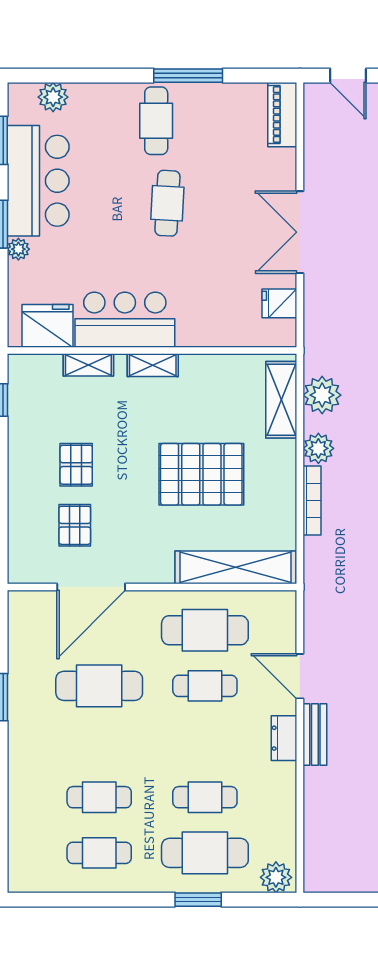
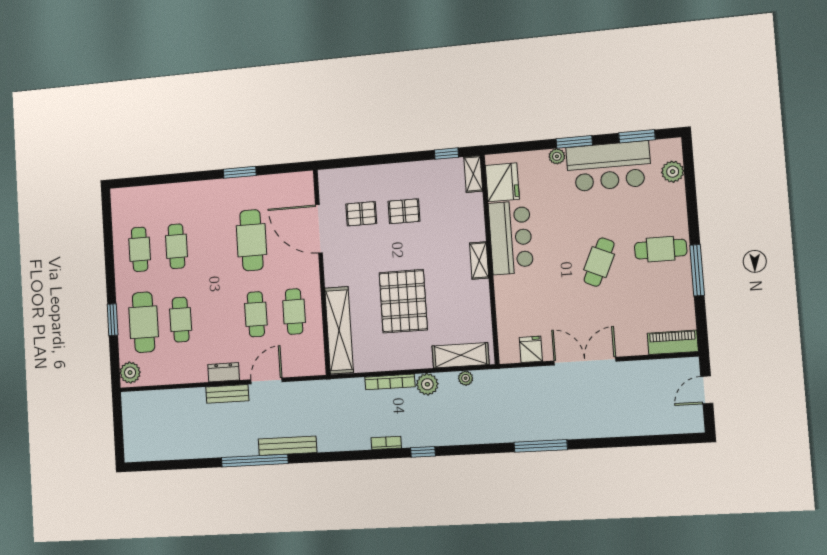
cafe table: (167, 203) -> (599, 262), turned -69
shelving: (88, 365) -> (473, 174), moved
plant: (322, 395) -> (466, 378), width x0.53, depth x0.53
cafe table: (205, 630) -> (294, 312), width x0.73, depth x0.74

